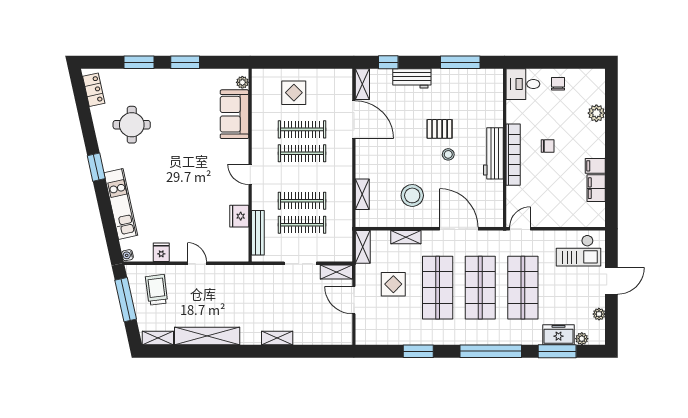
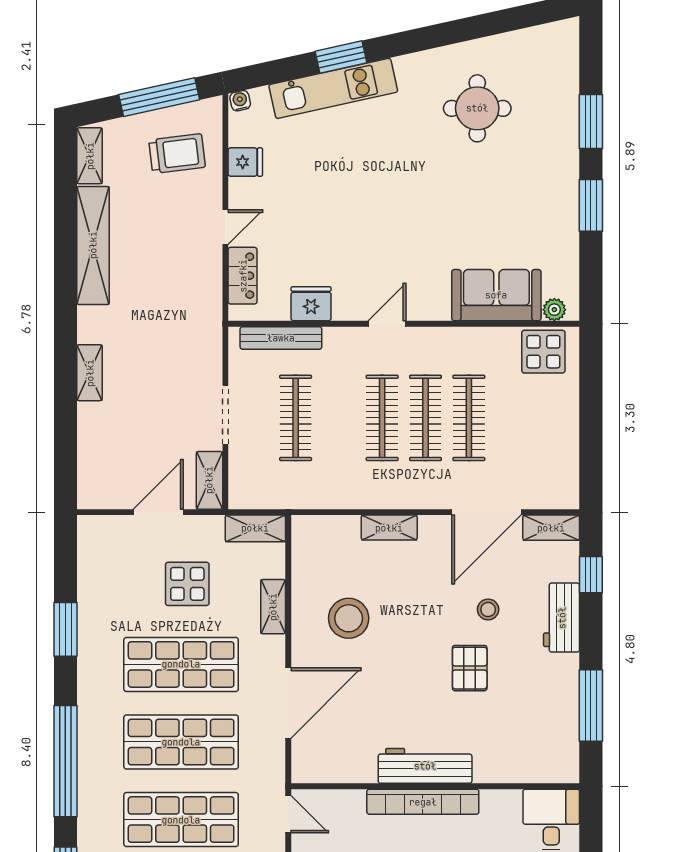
locker: (94, 90) -> (243, 276), moved, turned -78
display table: (294, 93) -> (543, 352), moved
stool: (448, 154) -> (488, 609), moved
window: (96, 167) -> (341, 57), moved
shelving: (362, 194) -> (389, 528), moved
clothes rail: (302, 201) -> (382, 418), moved

